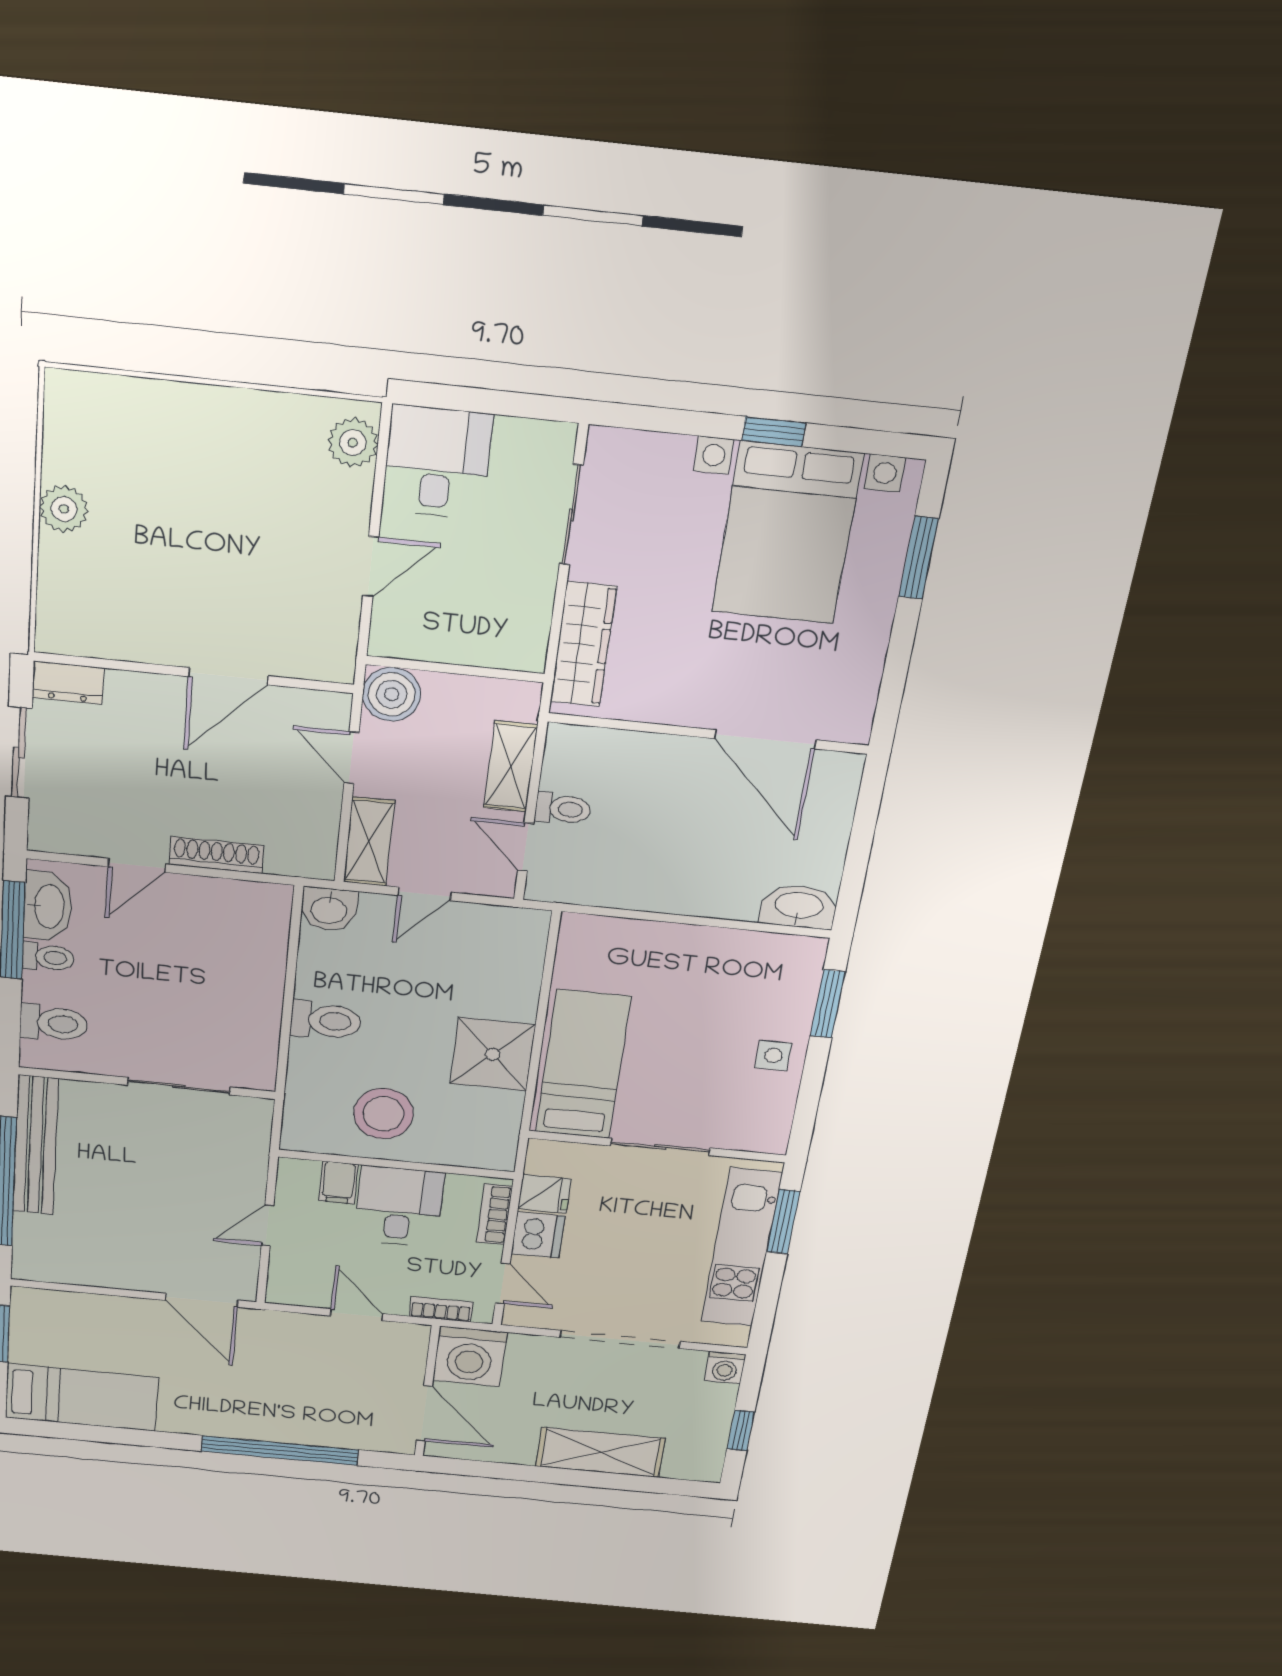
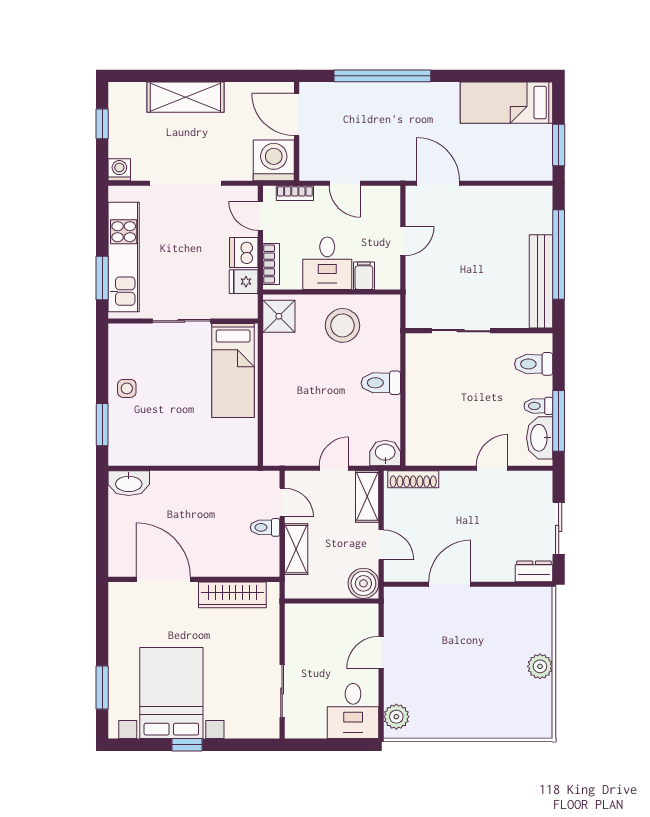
wardrobe: (583, 644) -> (232, 595), moved, turned -90
shoe rack: (216, 855) -> (413, 479), moved
shower: (493, 1054) -> (279, 316), moved, width x0.73, depth x0.73

